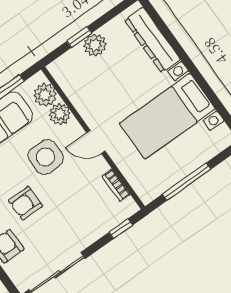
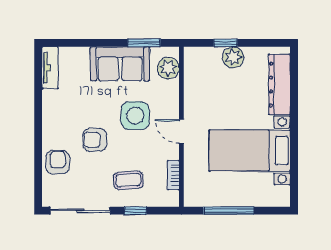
plant: (60, 114) -> (169, 91), removed
coffee table: (80, 218) -> (128, 180), added
window: (121, 229) -> (136, 211), moved

